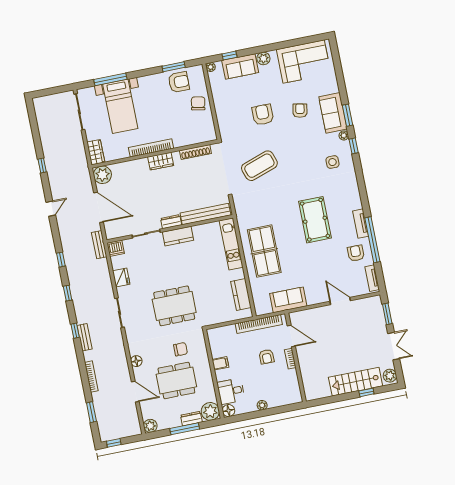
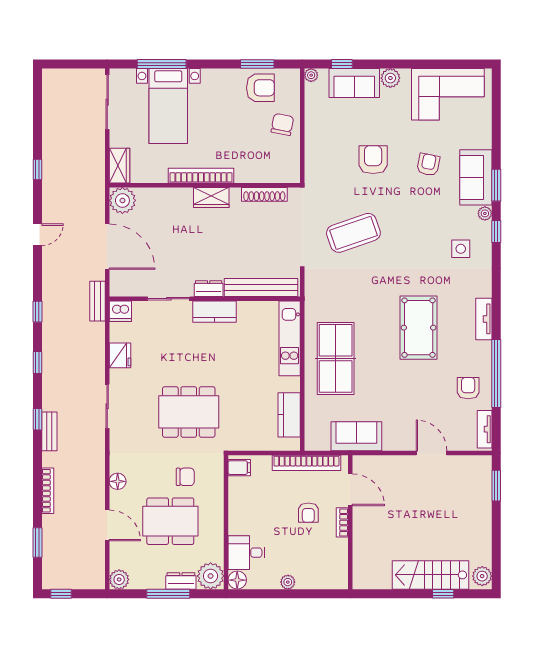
tv unit: (361, 224) -> (484, 319), moved
double door: (394, 346) -> (496, 534), removed
filing cabinet: (220, 363) -> (239, 468), moved

